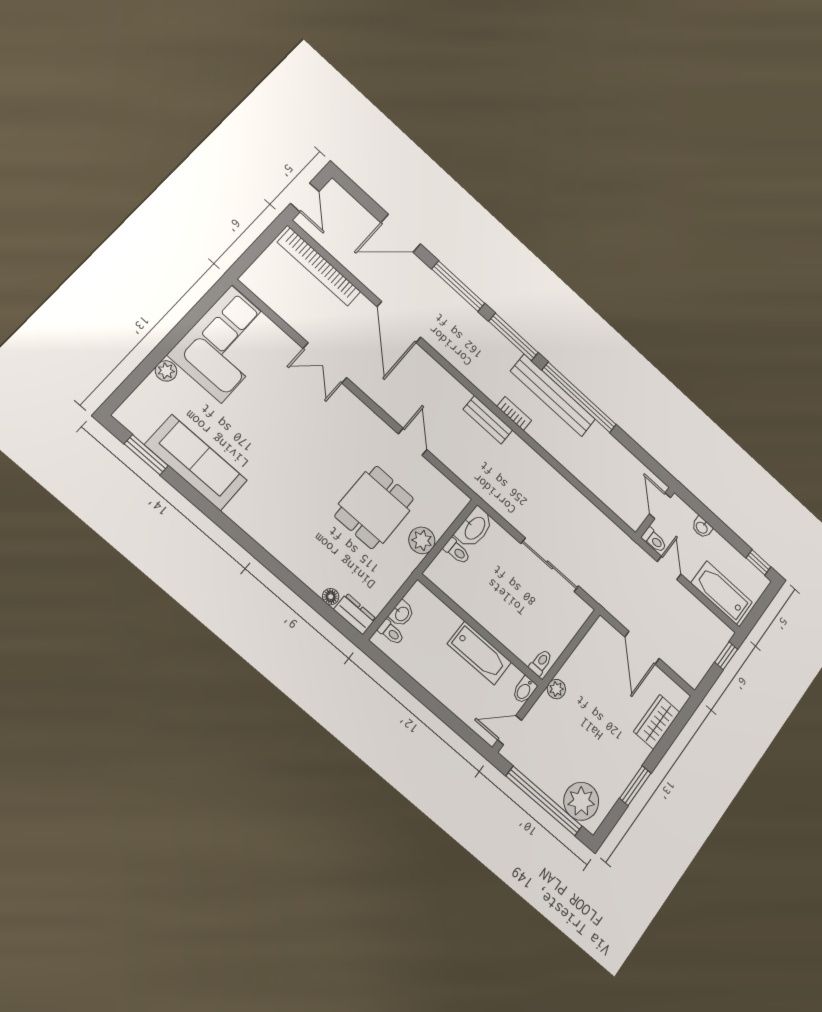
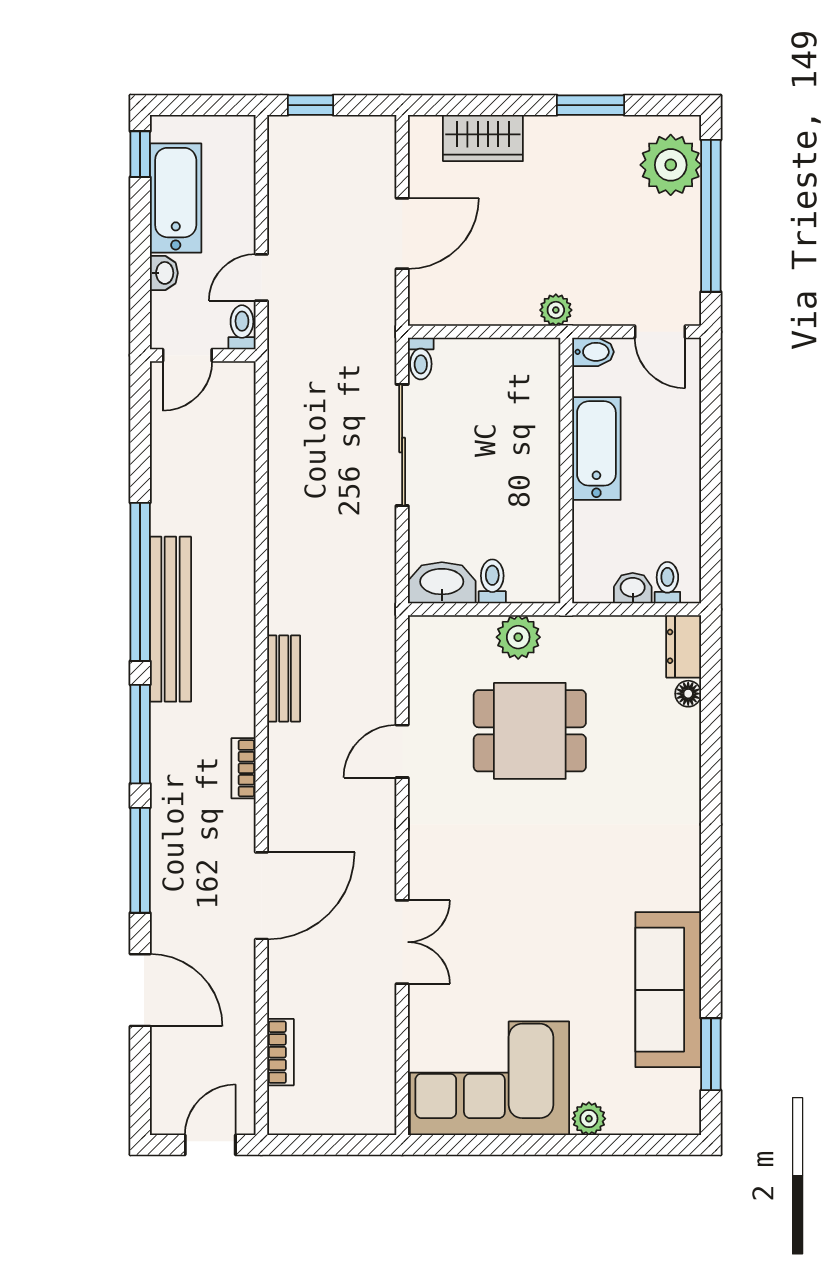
bookcase: (319, 267) -> (281, 1052), width x0.43, depth x0.76
bookcase: (514, 414) -> (243, 768), moved
bathtub: (721, 593) -> (176, 198), moved, turned 180
toilet: (541, 662) -> (421, 359), moved, turned -90

